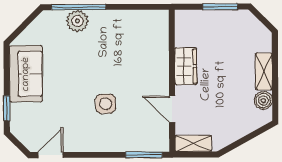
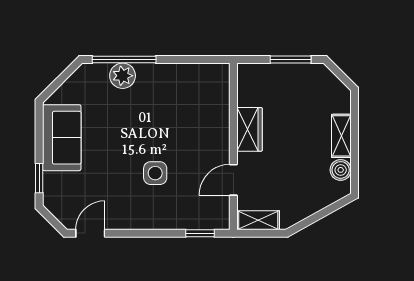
door: (172, 109) -> (233, 180), hinge flipped
window: (144, 155) -> (200, 233), width x0.67

